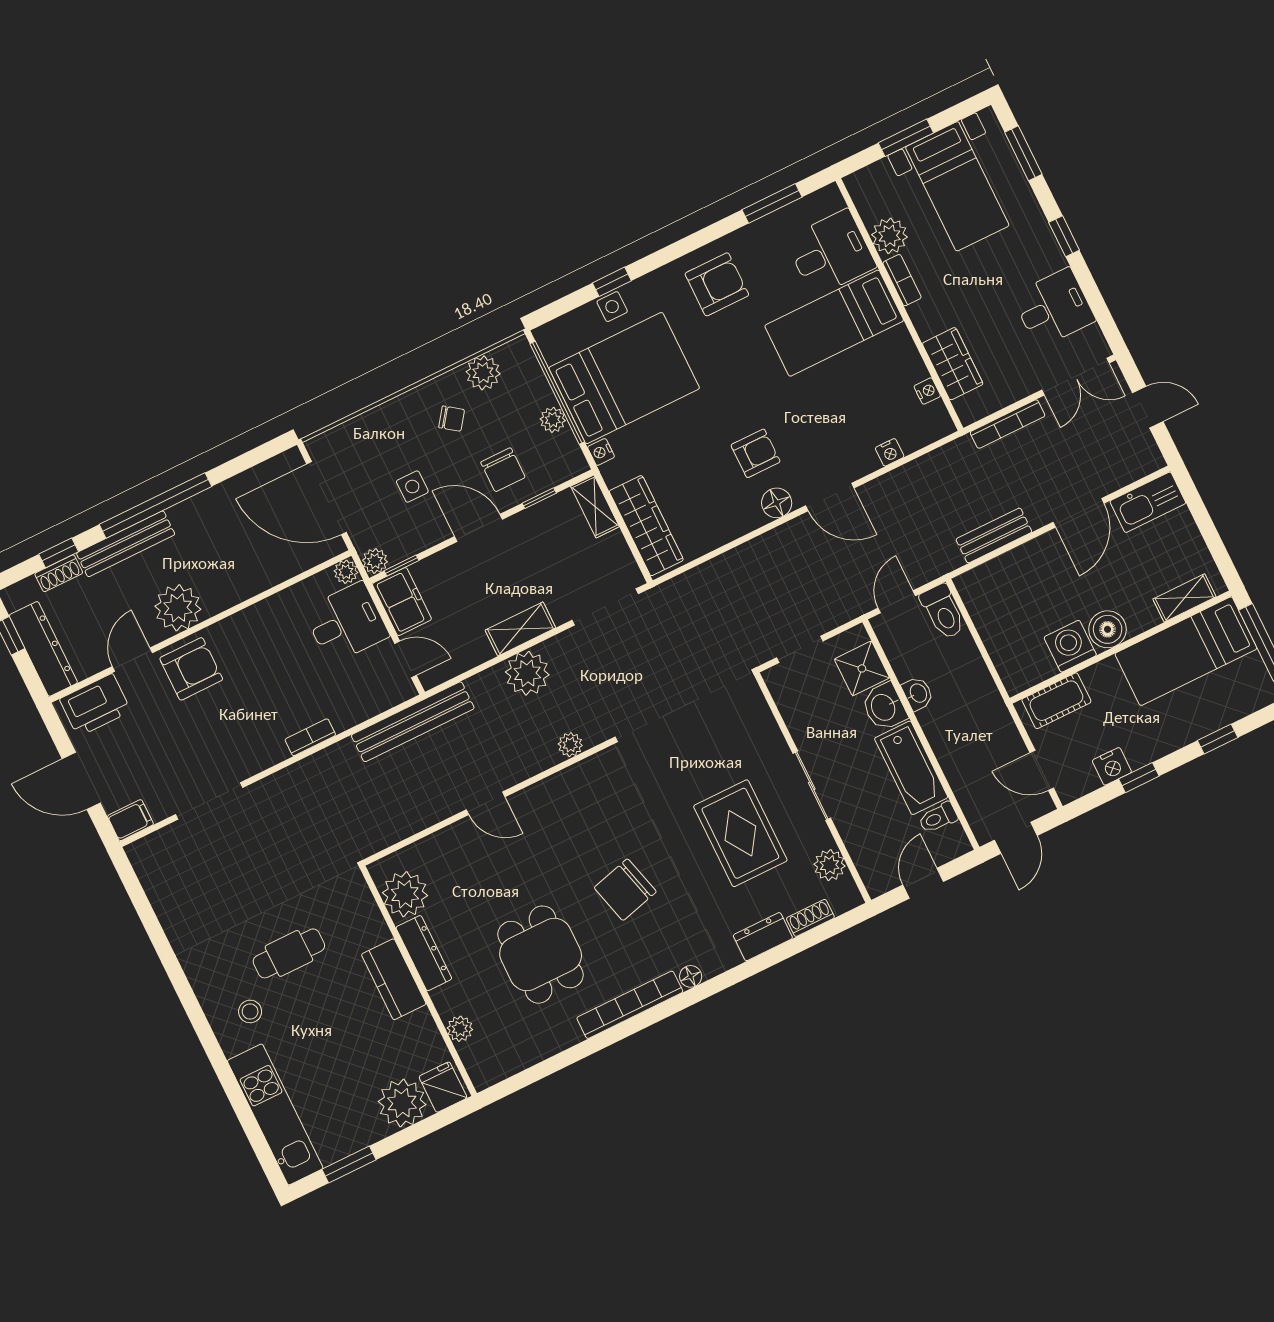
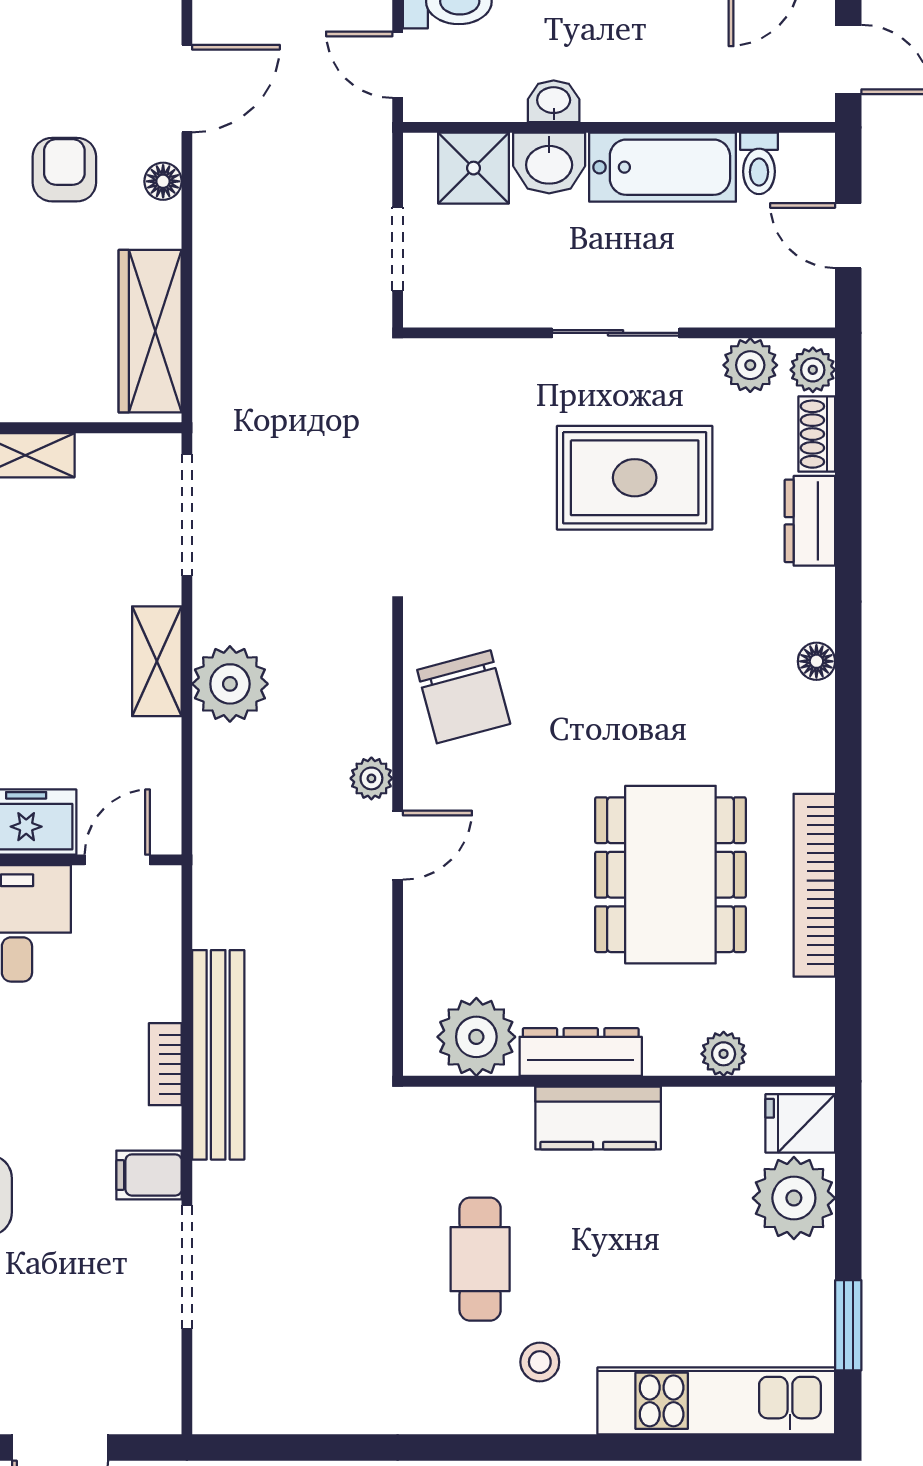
floor lamp: (777, 503) -> (163, 181), width x0.73, depth x0.73
wardrobe: (646, 526) -> (150, 331), moved, turned -90
bench: (413, 722) -> (218, 1055), moved
plant: (570, 745) -> (371, 778), moved
filing cabinet: (130, 820) -> (149, 1175), moved, turned -90
chair: (625, 890) -> (464, 697), moved
plant: (843, 899) -> (813, 370), added
dining table: (541, 955) -> (670, 875), width x1.38
bookcase: (630, 1005) -> (814, 885), moved

